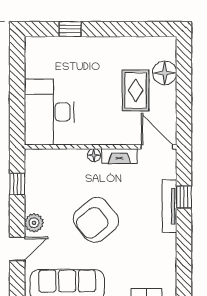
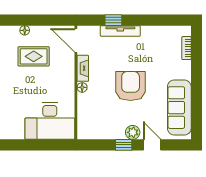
floor lamp: (165, 73) -> (25, 30), width x0.53, depth x0.53
door: (157, 147) -> (76, 40), hinge flipped
window: (17, 184) -> (124, 145), moved
armchair: (96, 220) -> (131, 86), turned -141

